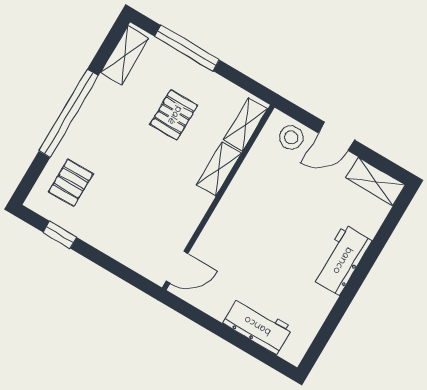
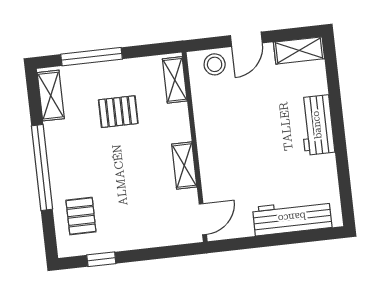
pallet: (174, 115) -> (118, 112), turned 90
shelving: (219, 169) -> (184, 166), moved
workbench: (258, 325) -> (292, 217), width x1.37

